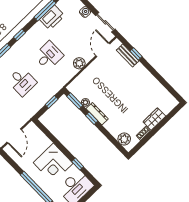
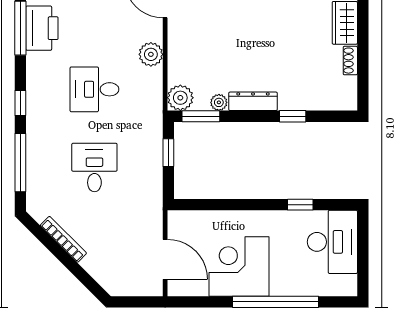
desk: (49, 56) -> (94, 89), turned -90
desk: (22, 82) -> (94, 167), turned -90
window: (92, 118) -> (293, 116), moved
plant: (124, 139) -> (180, 98), moved
corner desk: (53, 163) -> (239, 266), moved, turned 180

